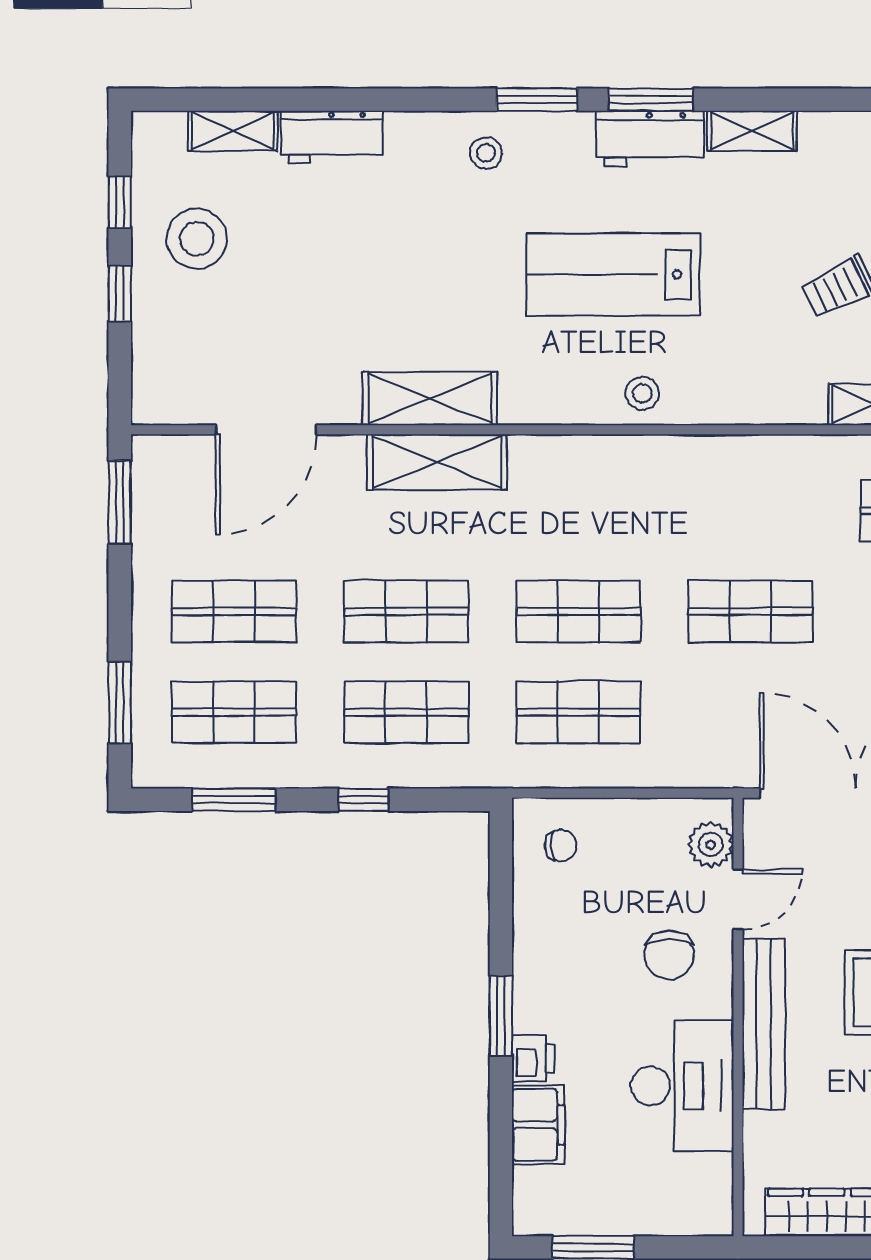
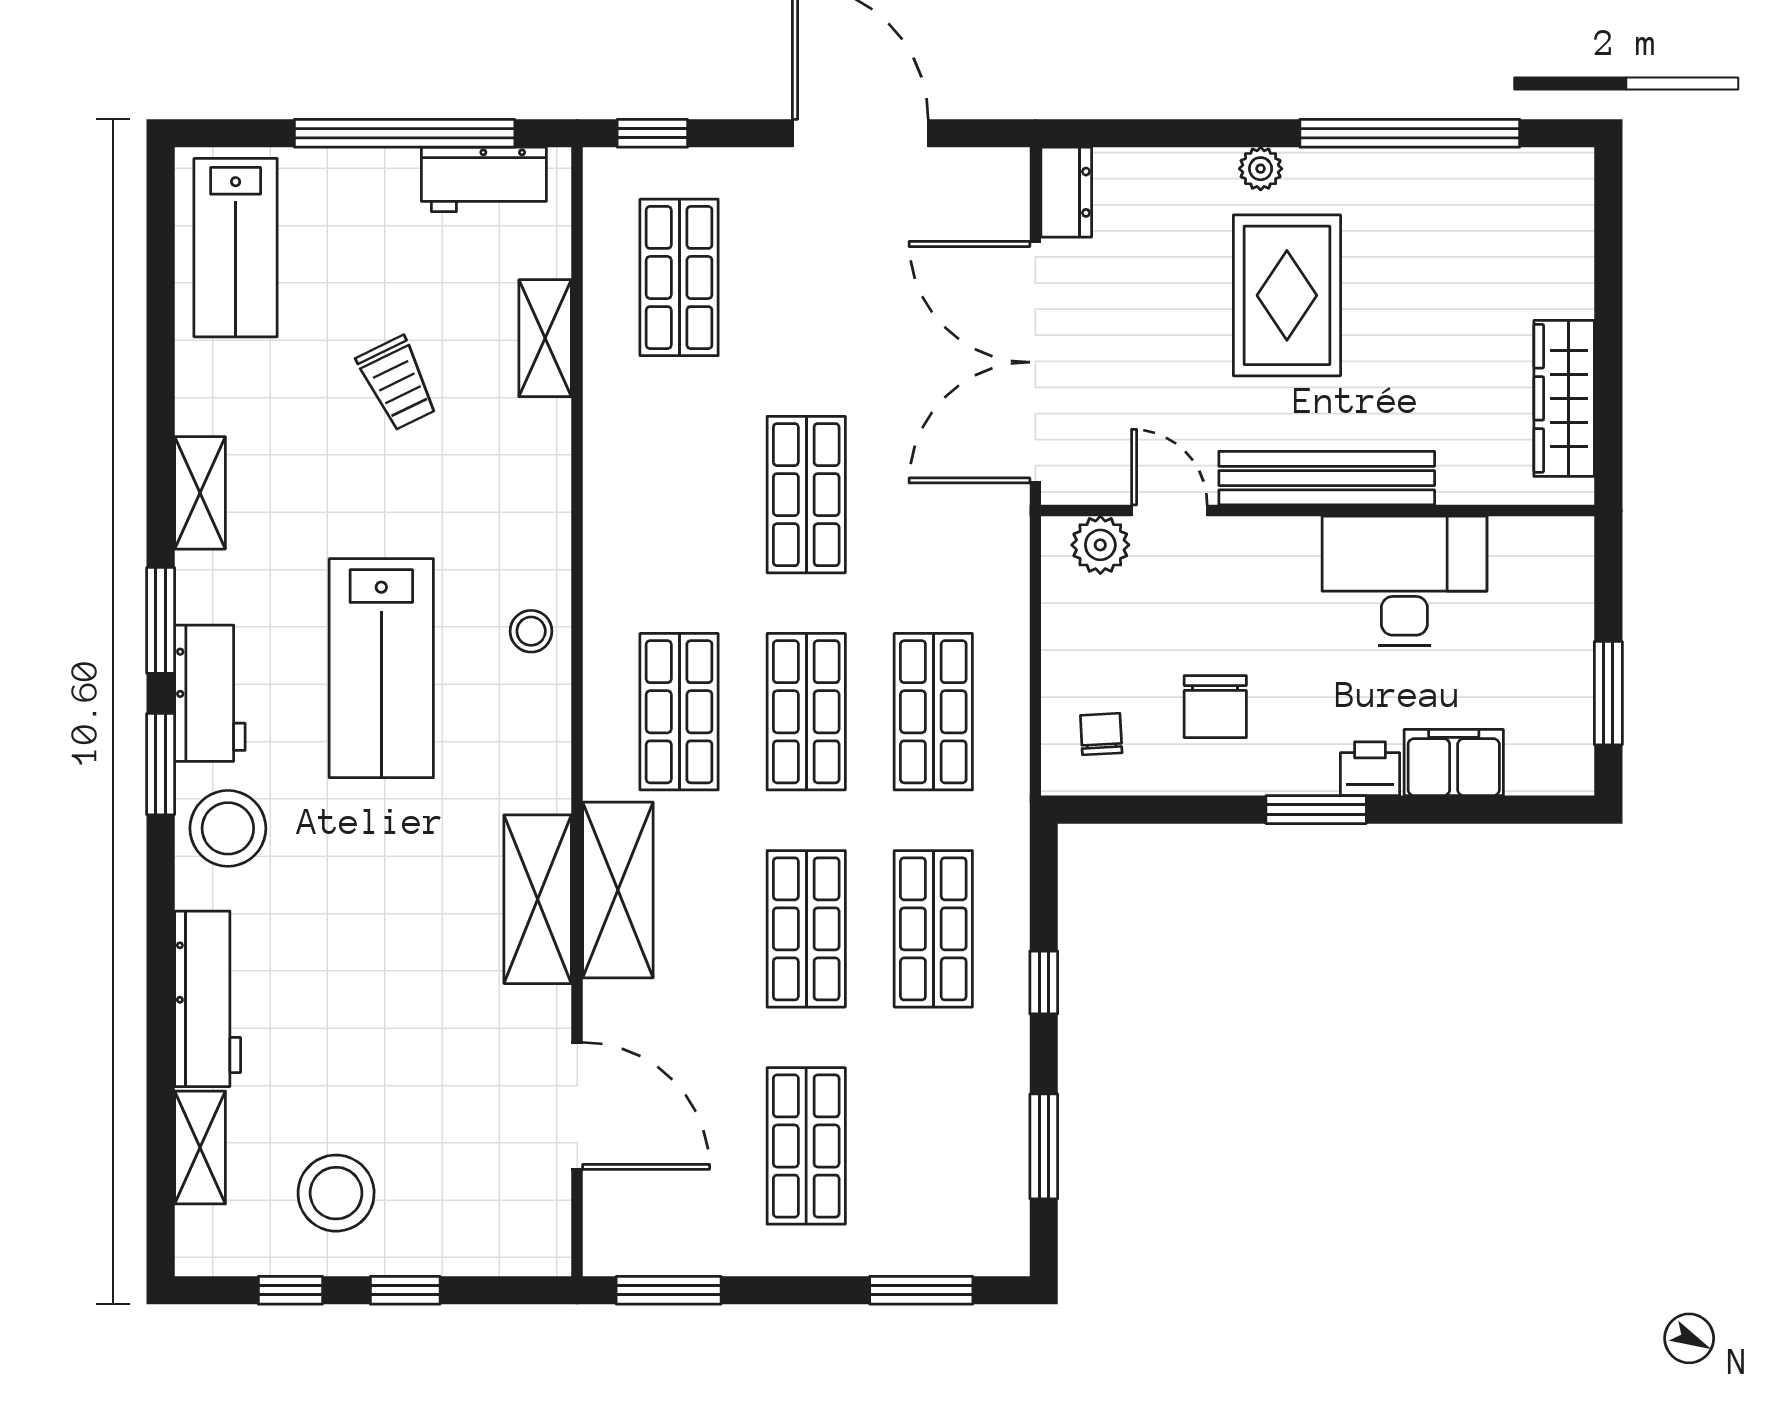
workbench: (332, 137) -> (208, 999), width x1.38
workbench: (650, 139) -> (210, 693), moved
stool: (486, 153) -> (228, 828), width x1.89, depth x1.89
shop shelf: (234, 712) -> (679, 712), moved
chair: (669, 955) -> (1215, 707), moved, turned 90

